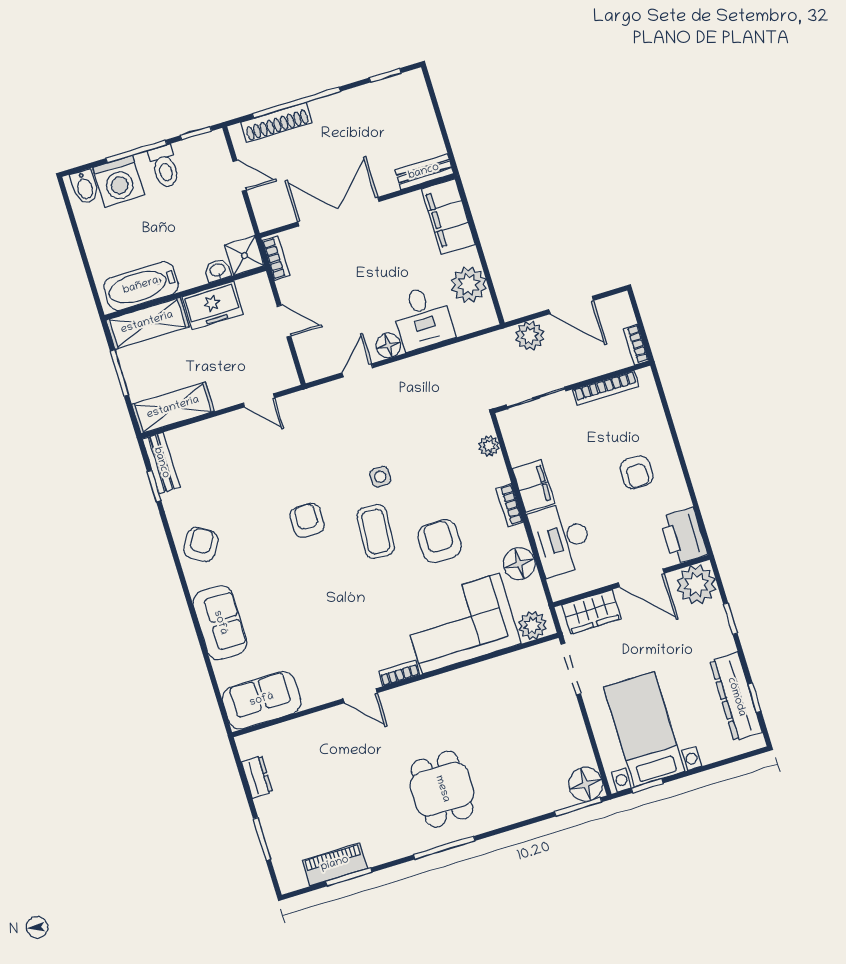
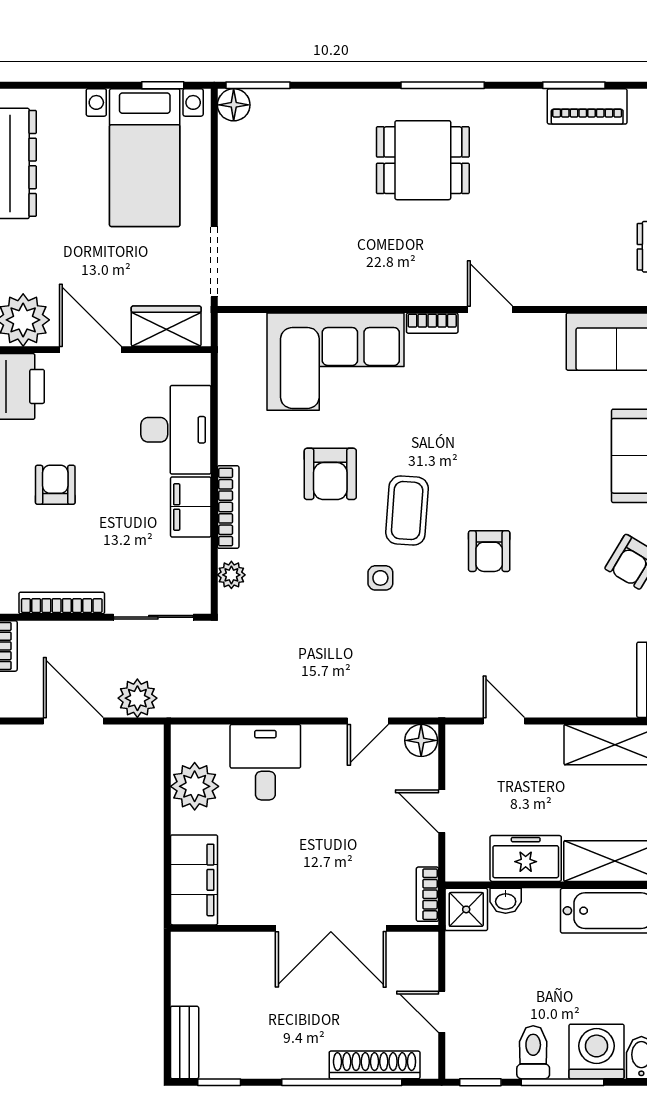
bench: (424, 172) -> (185, 1042), moved, turned 90
floor lamp: (388, 345) -> (421, 740), moved
bookcase: (510, 505) -> (228, 507), width x1.56
floor lamp: (519, 564) -> (238, 415), removed
plant: (533, 625) -> (246, 332), removed
floor lamp: (586, 784) -> (234, 105), width x0.73, depth x0.73
dining table: (442, 789) -> (423, 160), turned 90

